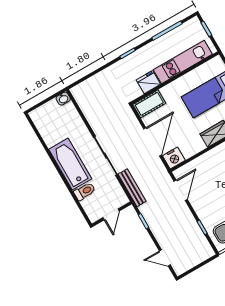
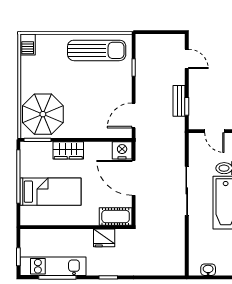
kitchen unit: (183, 62) -> (53, 266), moved, turned 180
washbasin: (63, 99) -> (208, 270), moved
door: (153, 142) -> (134, 178), hinge flipped
bench: (132, 188) -> (179, 101), moved, width x0.73
door: (111, 214) -> (214, 131), swing flipped

